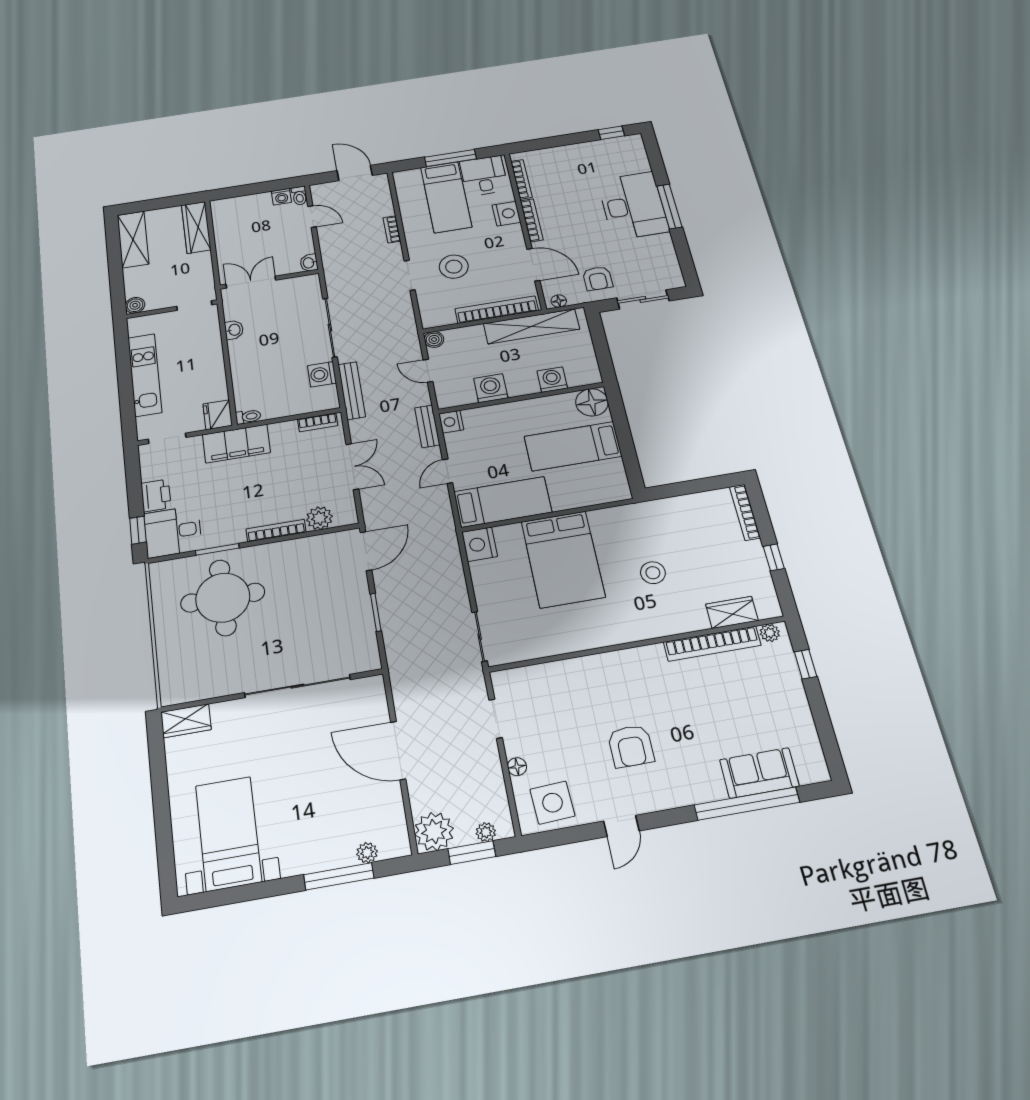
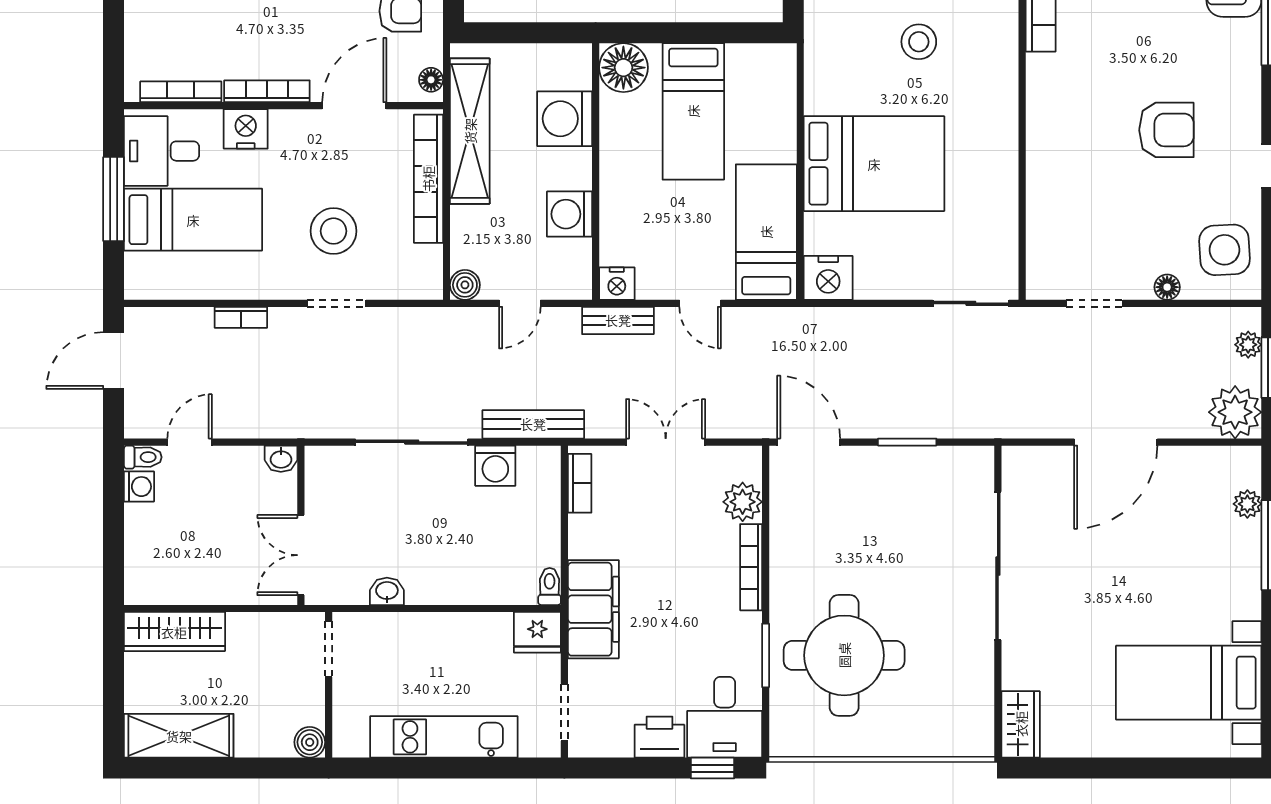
washing machine: (552, 380) -> (565, 119), width x1.37, depth x1.37

